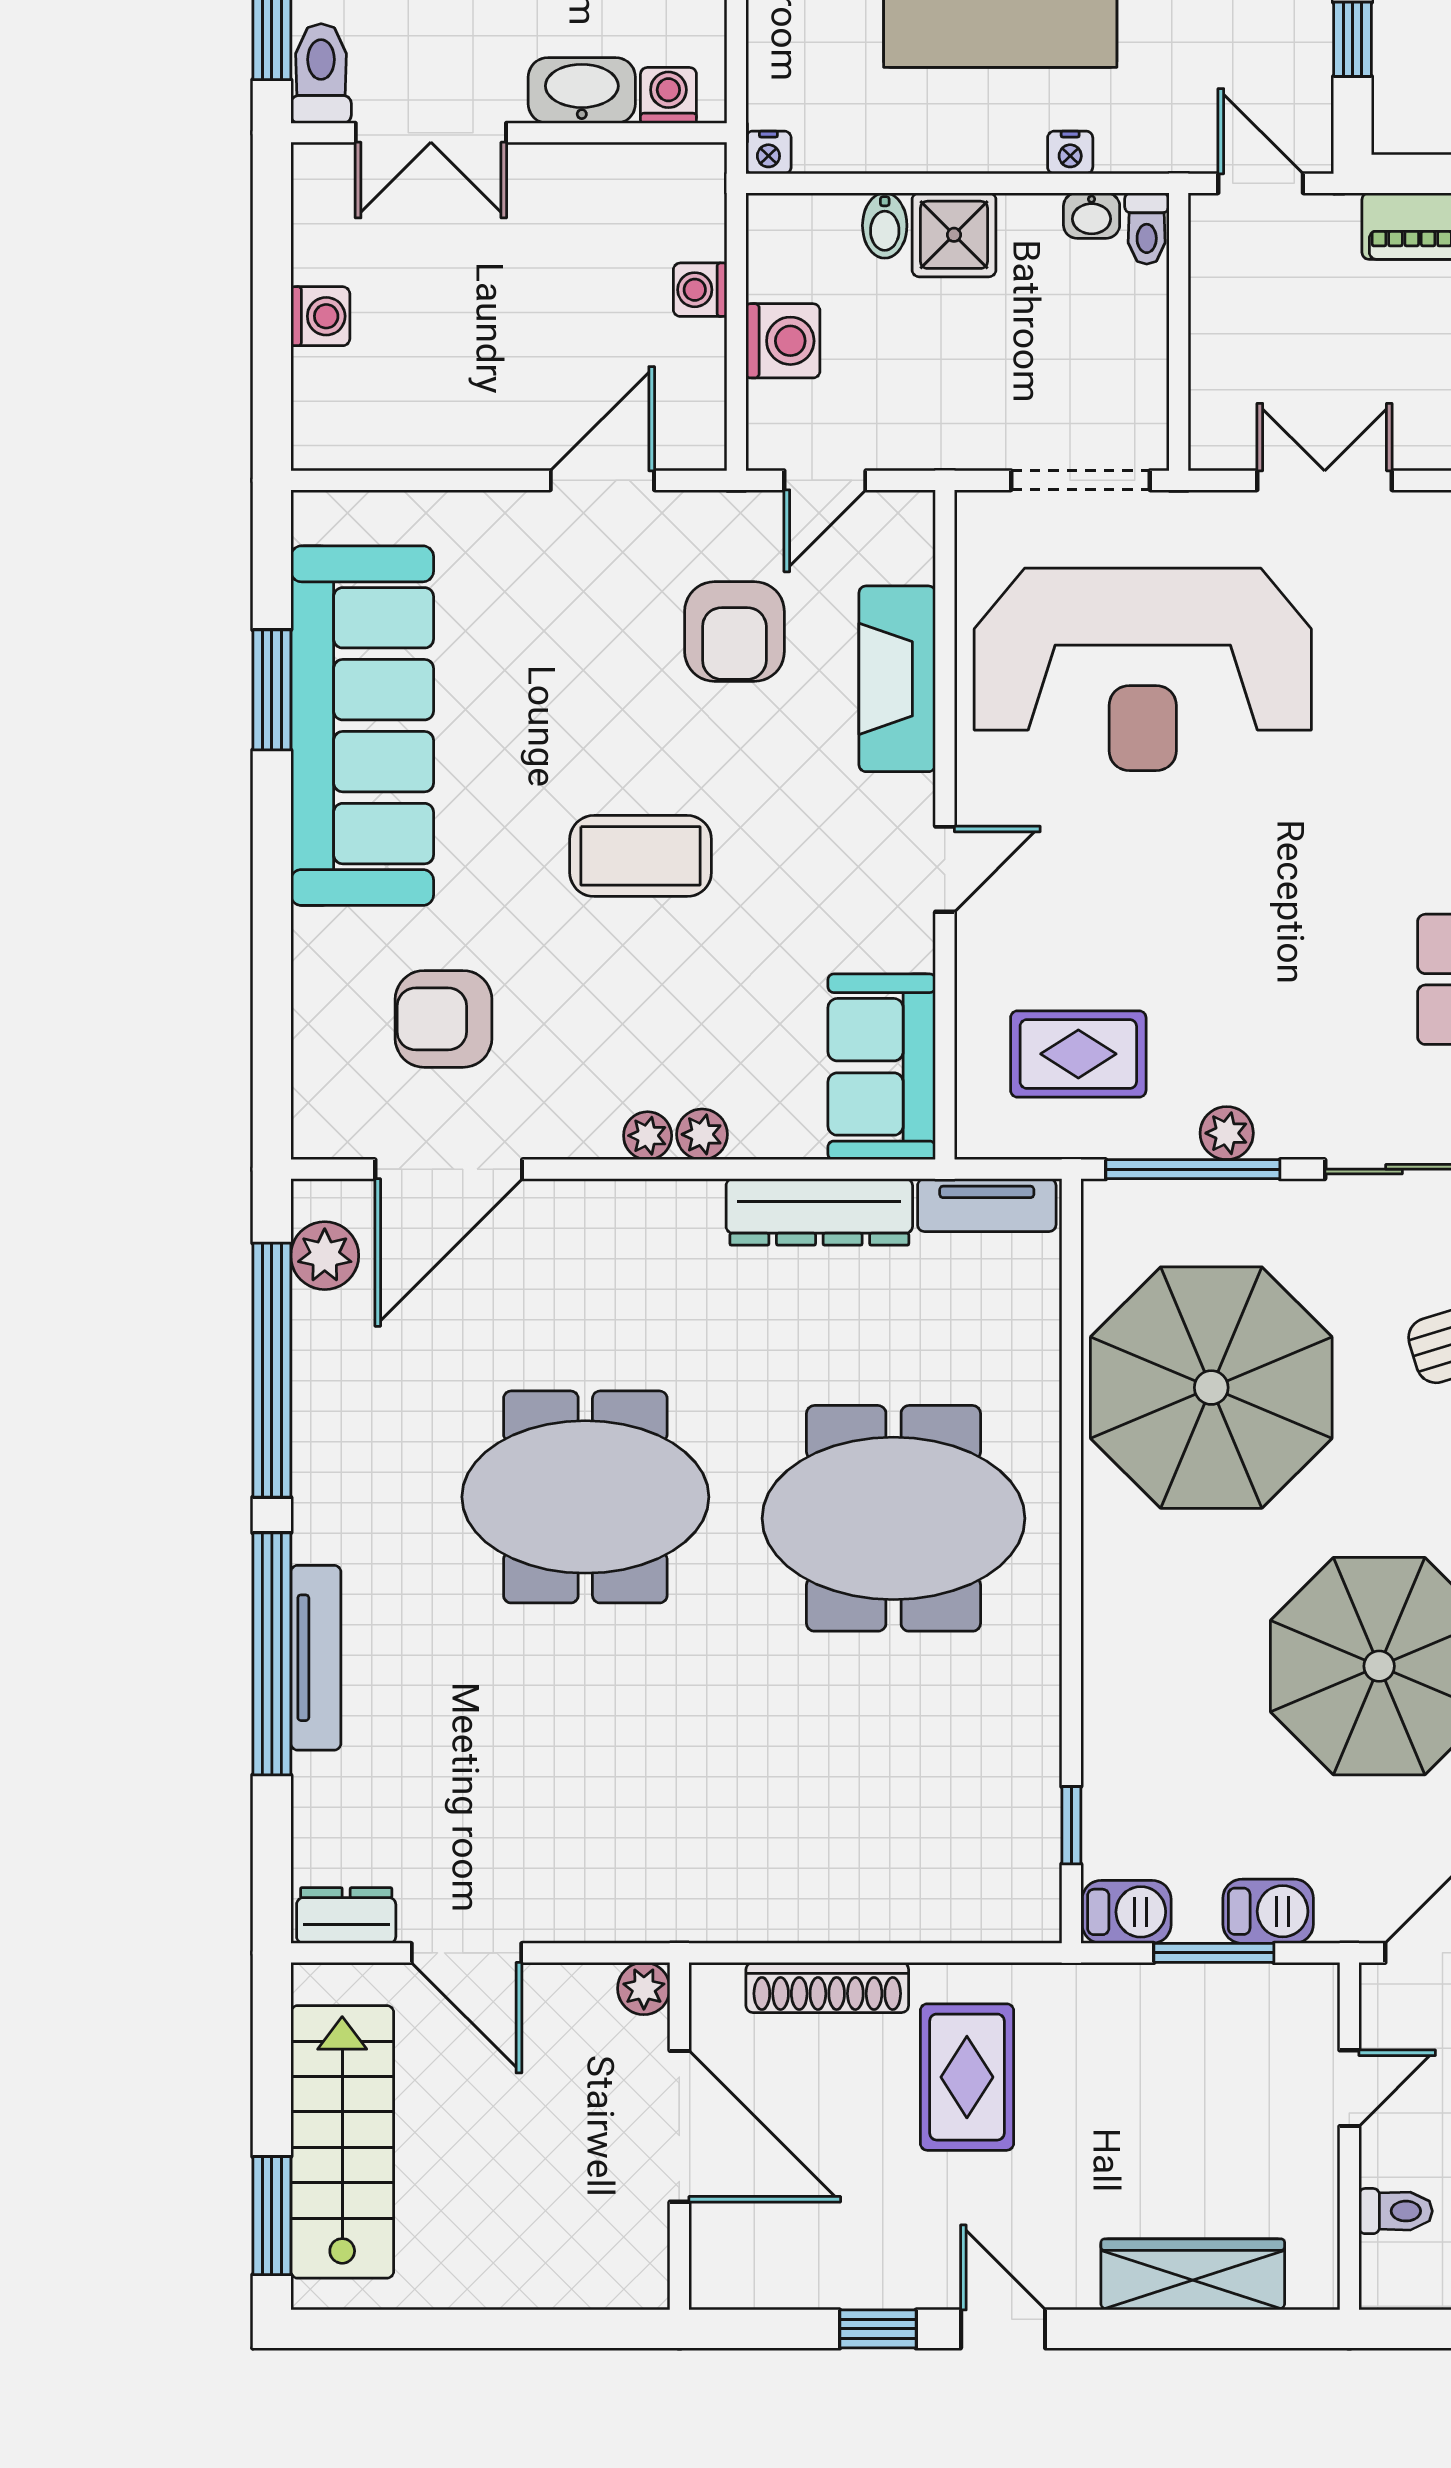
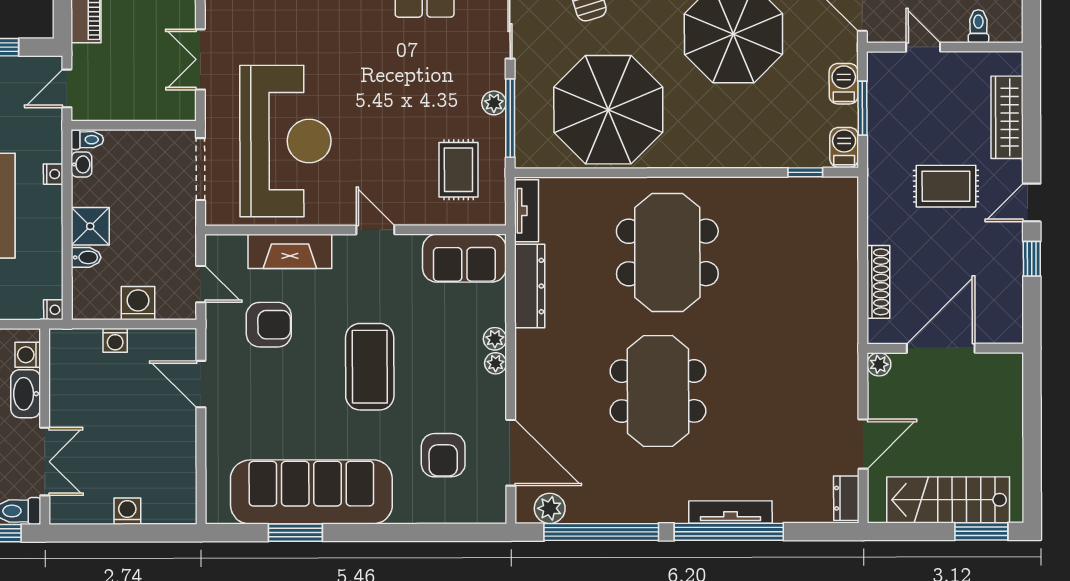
coffee table: (641, 856) -> (370, 367), width x1.36, depth x1.32
rug: (967, 2077) -> (946, 186), moved

